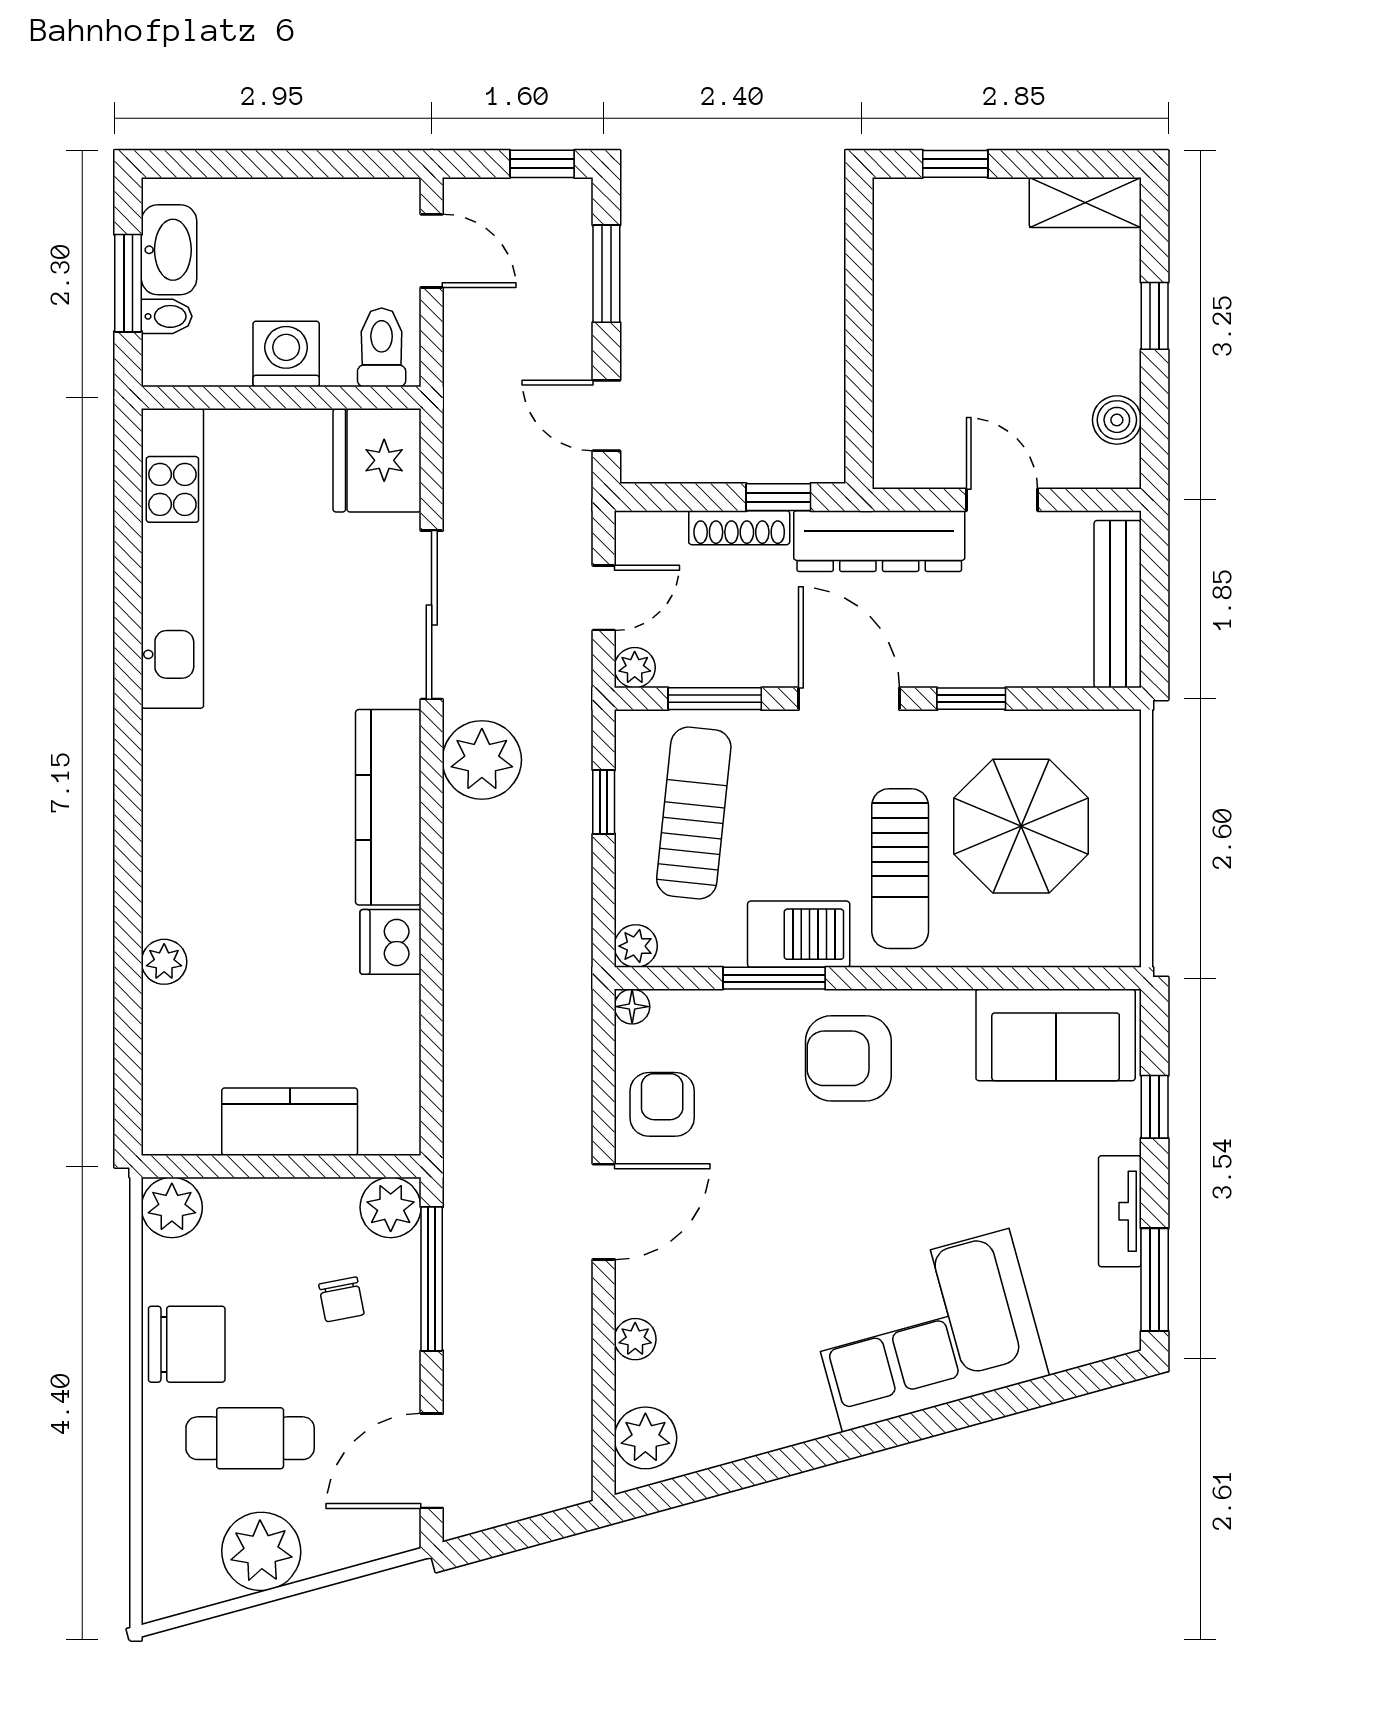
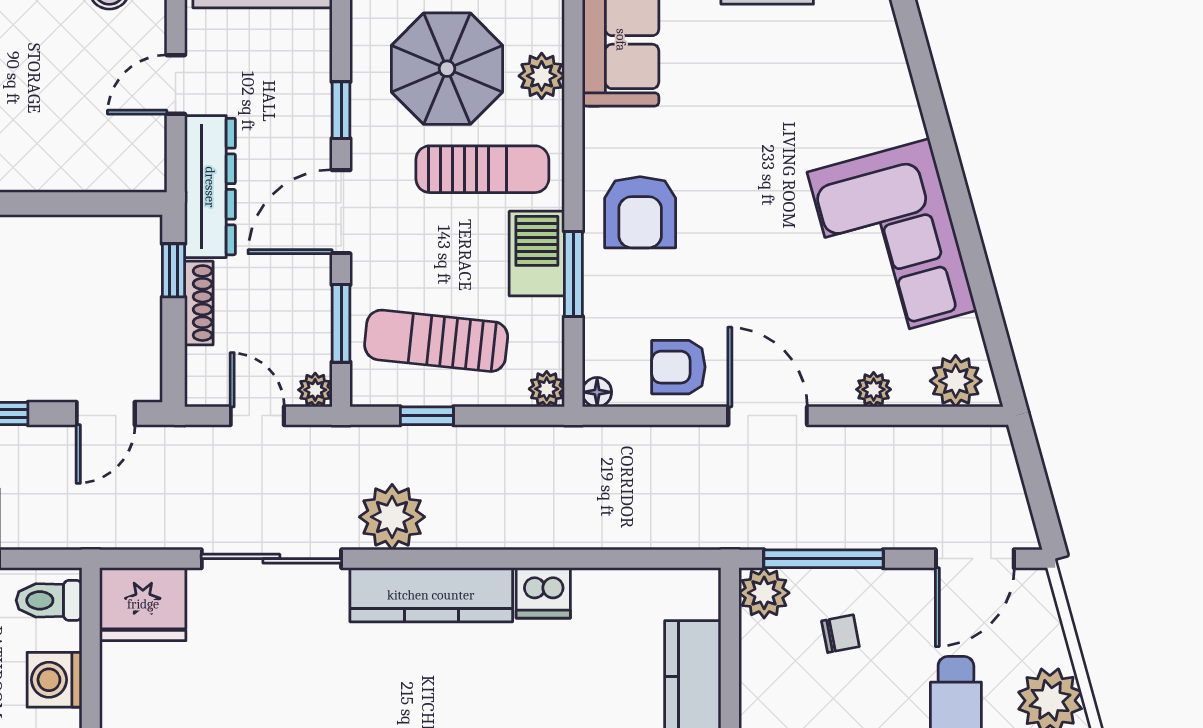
plant: (1012, 940) -> (542, 76), added
corner sofa: (926, 1330) -> (892, 241), moved
door: (432, 1461) -> (975, 559), hinge flipped

